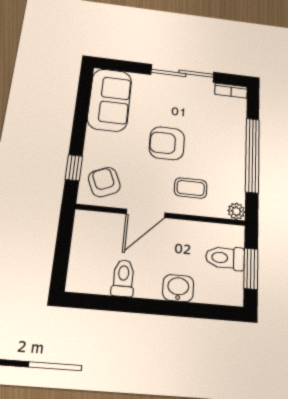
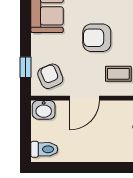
toilet: (123, 278) -> (44, 149), moved, turned 90
washbasin: (178, 288) -> (44, 110), moved, turned 180

